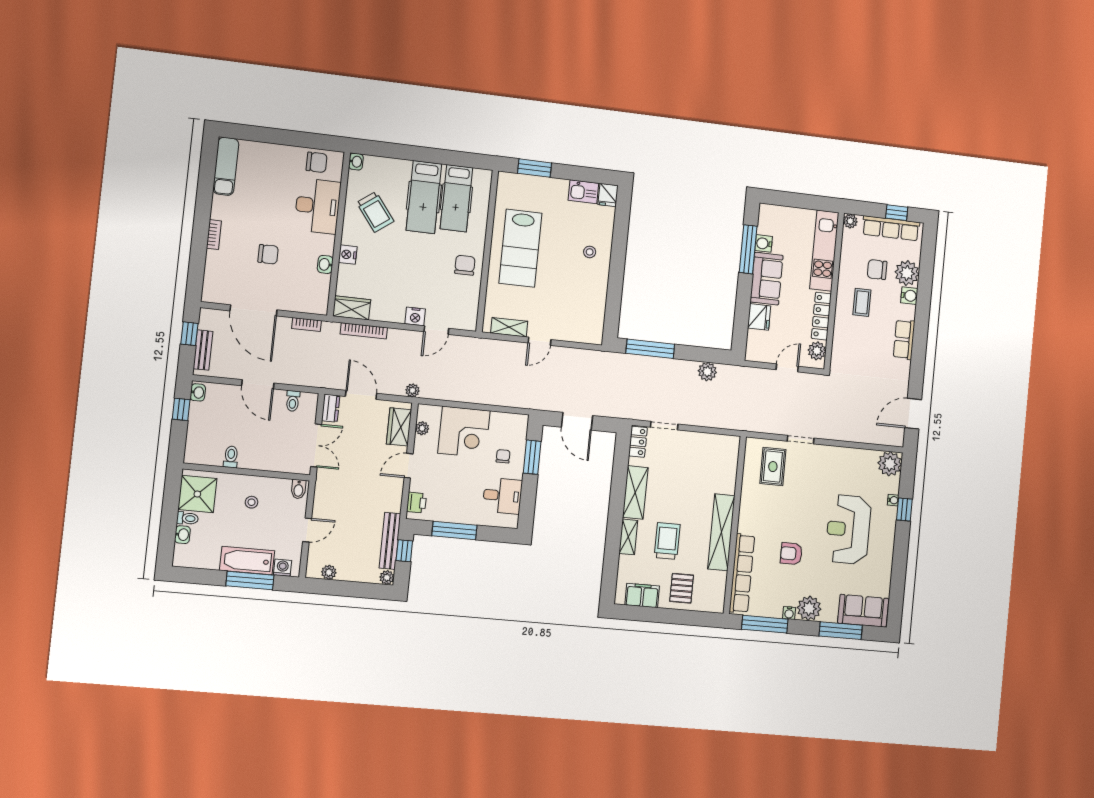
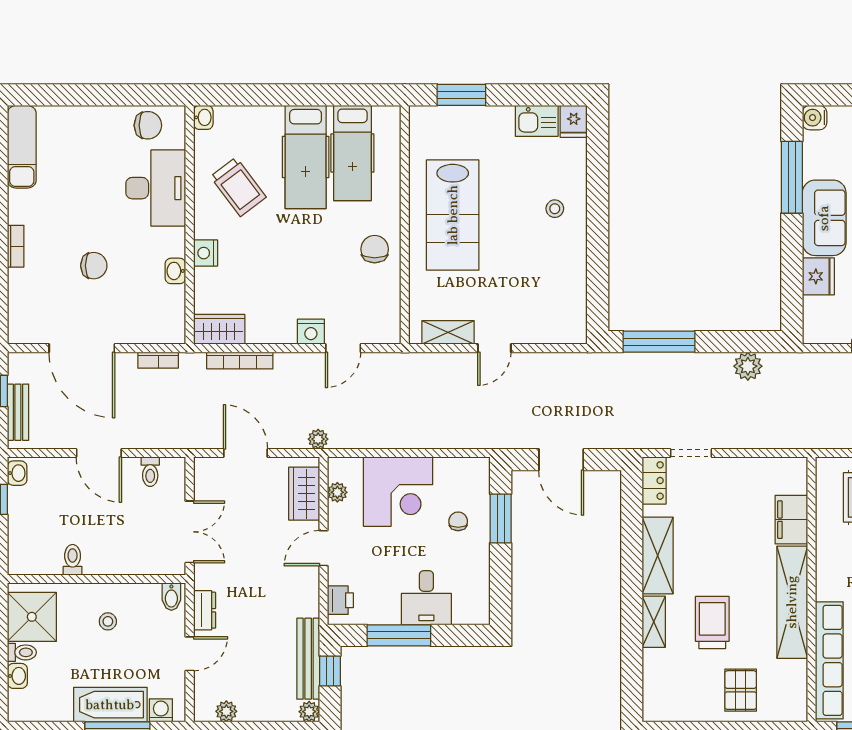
water cooler: (764, 243) -> (815, 118), moved
dresser: (331, 408) -> (205, 610), moved
desk: (502, 496) -> (426, 598), moved, turned 90
filing cabinet: (642, 595) -> (791, 520), moved, turned -90

